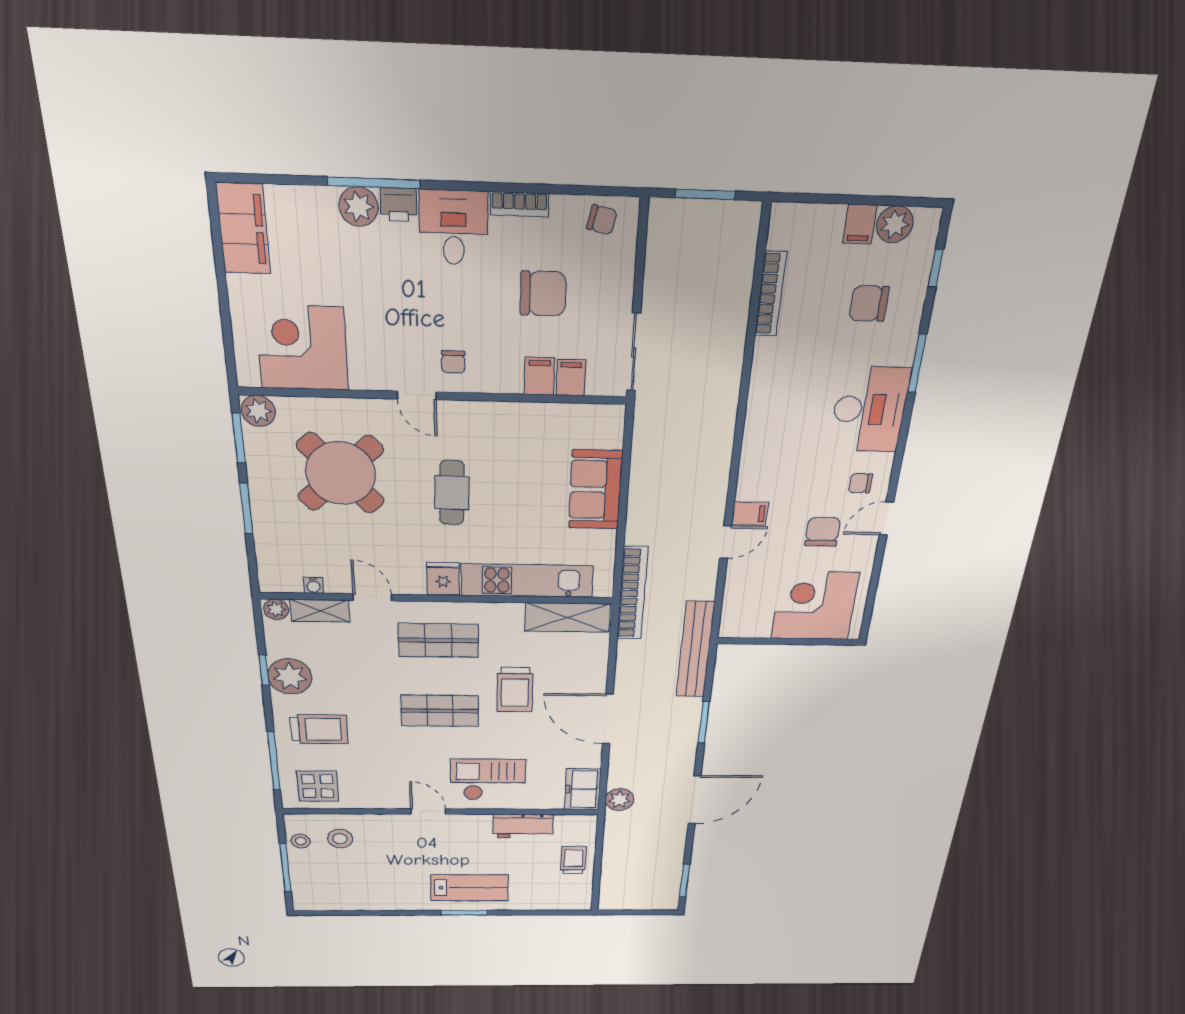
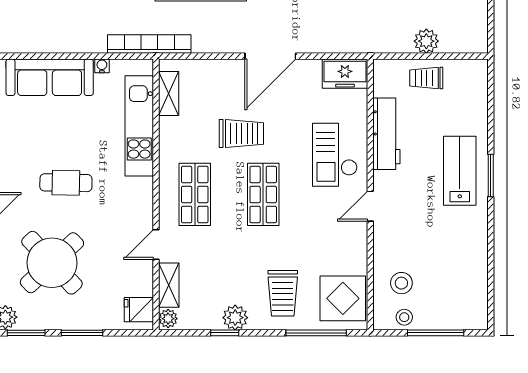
sofa: (595, 490) -> (50, 77), width x1.36
fridge: (443, 579) -> (139, 310), moved
water cooler: (313, 585) -> (102, 66), moved, turned -90
shelving: (568, 617) -> (169, 93), width x0.67, depth x0.75
plant: (290, 676) -> (235, 318), width x0.73, depth x0.73
trolley: (319, 729) -> (283, 293), turned 180
display table: (318, 786) -> (343, 298), width x1.36, depth x1.36
plant: (619, 800) -> (426, 41), moved
workbench: (523, 826) -> (386, 134), width x1.38

